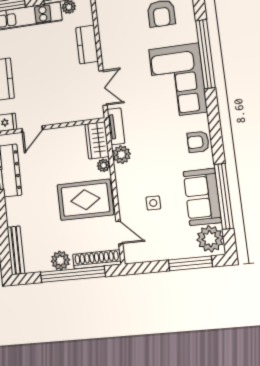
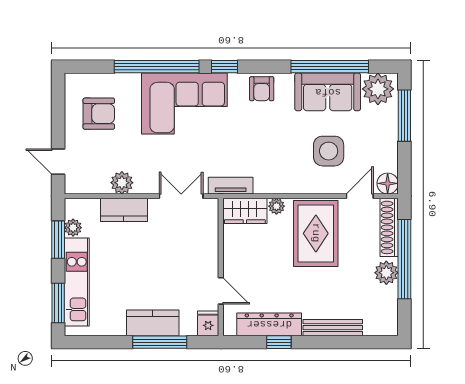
window: (213, 109) -> (225, 67), added
plant: (121, 155) -> (122, 183), moved
side table: (153, 203) -> (329, 151), width x1.87, depth x1.87
bench: (16, 250) -> (333, 328), moved
floor lamp: (132, 255) -> (388, 183), added

